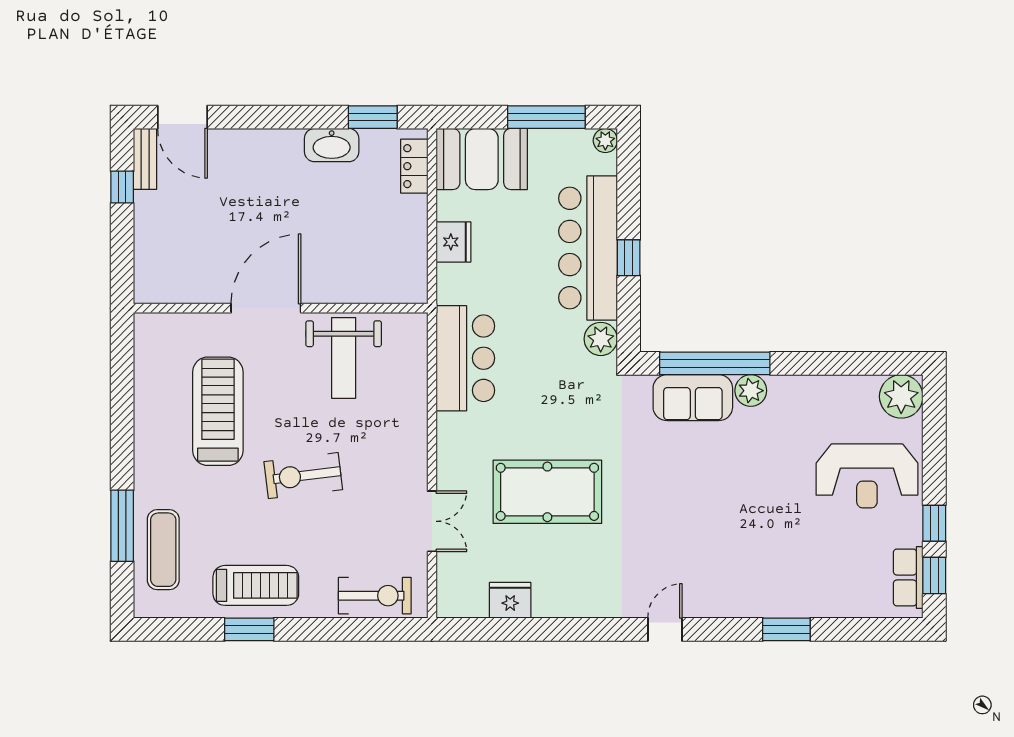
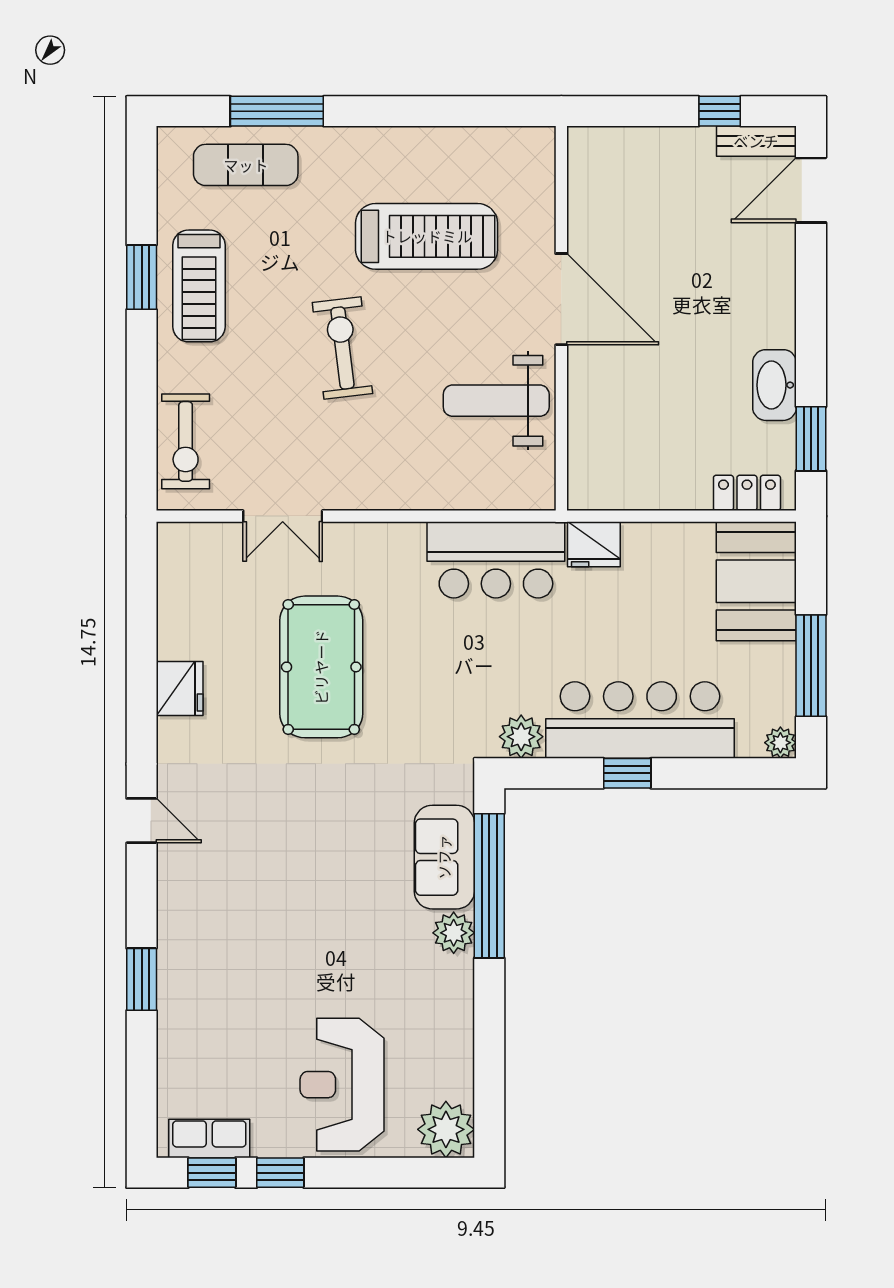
fridge: (454, 242) -> (594, 544), moved
fridge: (510, 600) -> (180, 689), moved

